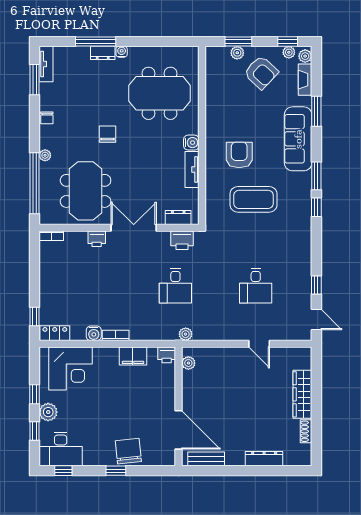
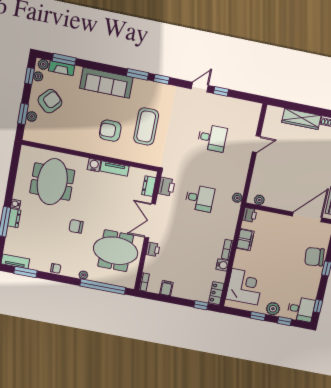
window: (316, 111) -> (64, 59), moved
filing cabinet: (49, 267) -> (166, 288), added
door: (316, 319) -> (200, 87), moved
desk: (61, 449) -> (301, 309), width x0.73

